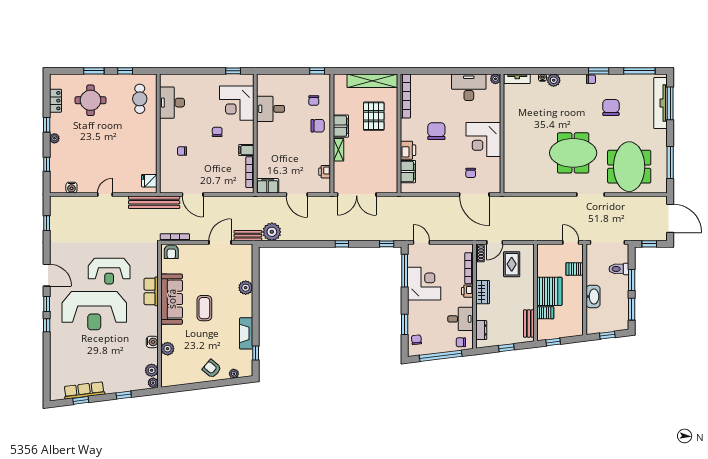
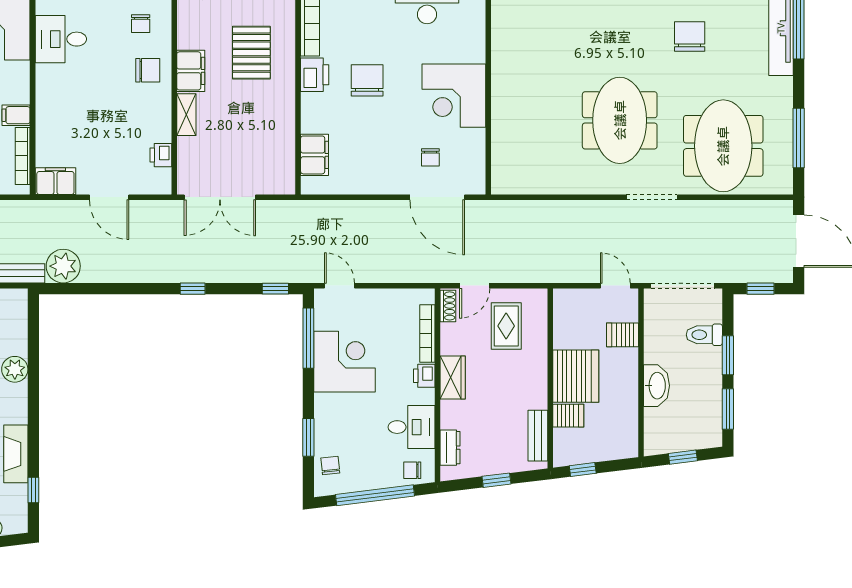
printer: (408, 150) -> (315, 75), moved
meeting table: (573, 153) -> (620, 120), turned 90

